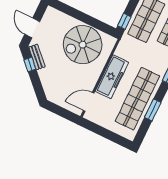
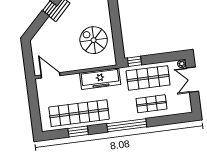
spiral stairs: (83, 45) -> (94, 40), width x0.73, depth x0.73
freezer: (112, 77) -> (100, 79), moved

